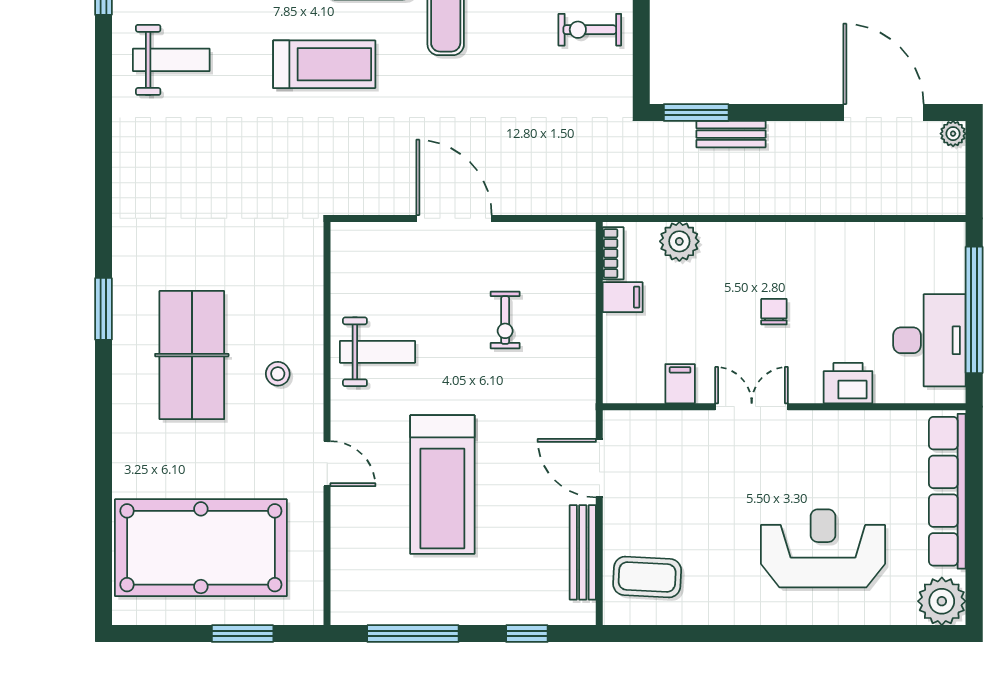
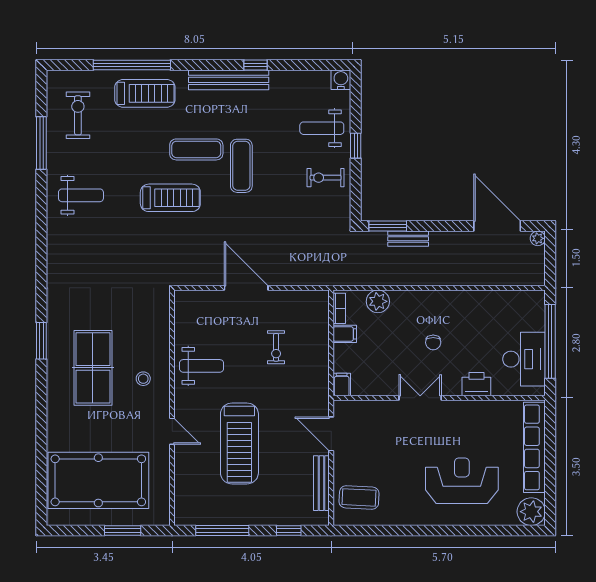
chair: (774, 312) -> (433, 342), turned 180
filing cabinet: (680, 384) -> (342, 384), moved

